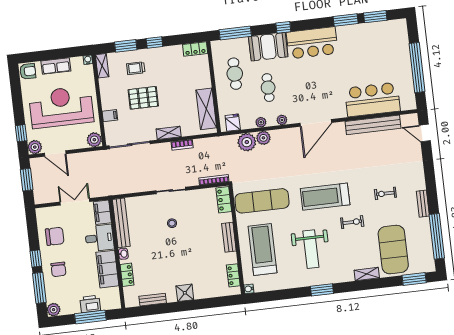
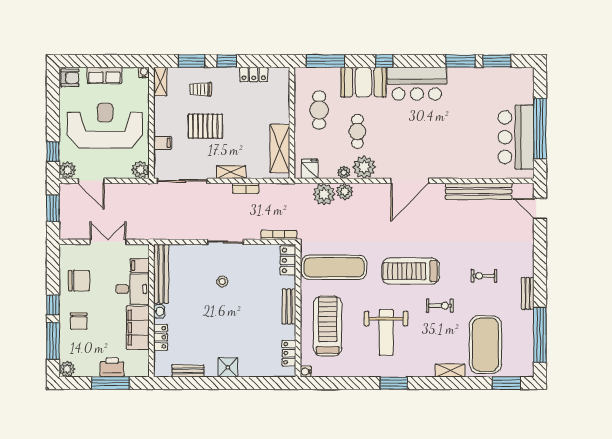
locker: (195, 49) -> (254, 74), moved
bar counter: (372, 100) -> (516, 137), moved, turned -90
plant: (282, 120) -> (364, 167), width x1.87, depth x1.87
filing cabinet: (102, 212) -> (140, 265), width x0.50

